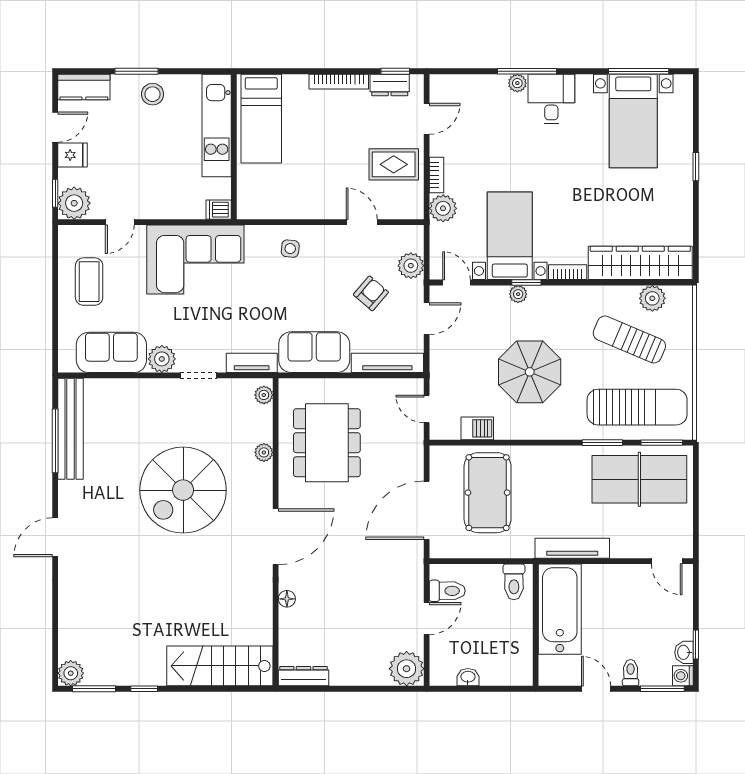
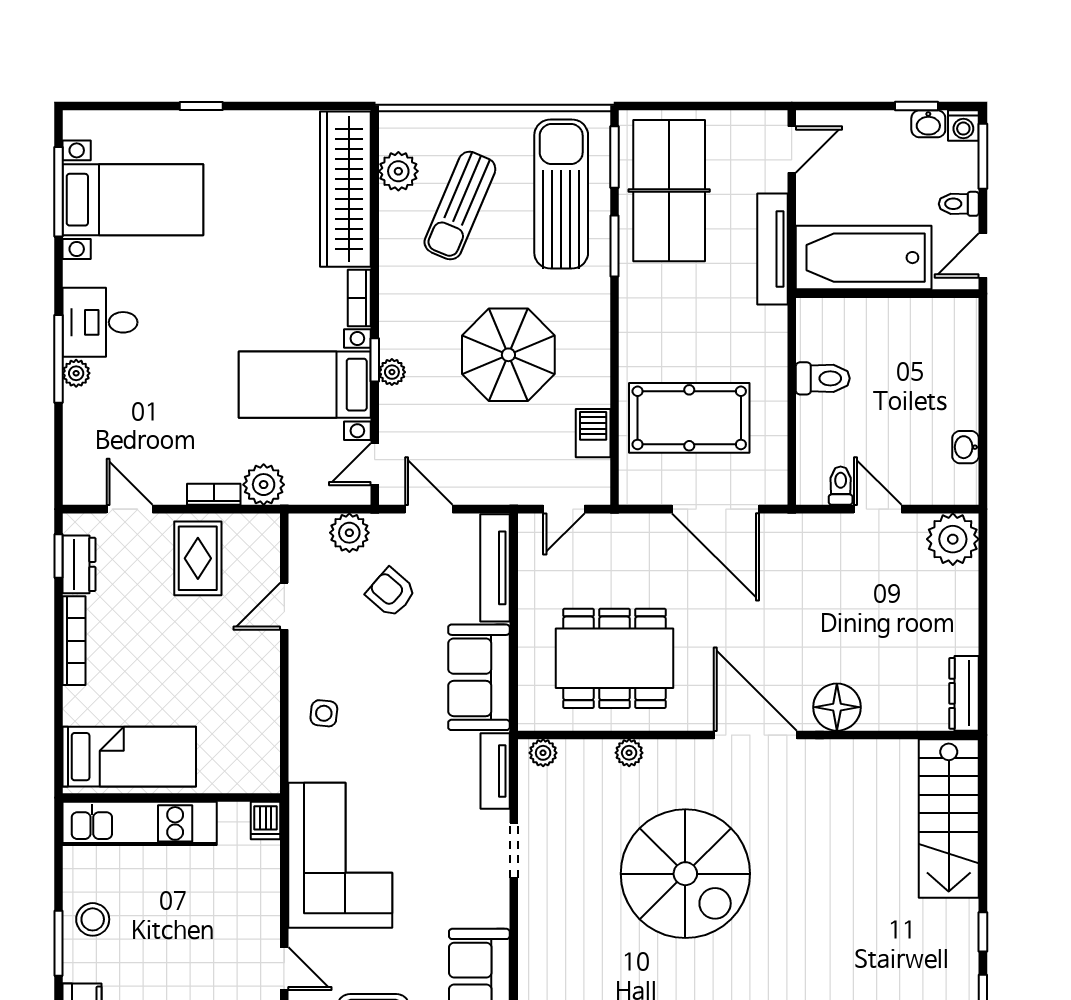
plant: (162, 359) -> (489, 906), removed
tv unit: (572, 548) -> (772, 249), moved
toilet: (447, 591) -> (841, 486), width x0.73, depth x0.72
floor lamp: (287, 599) -> (837, 707), width x1.89, depth x1.89
bathtub: (560, 609) -> (864, 258), moved
wall: (536, 625) -> (887, 294), moved

